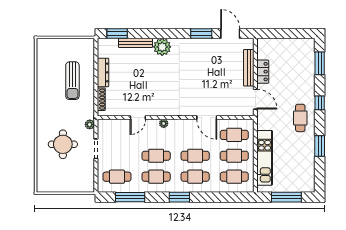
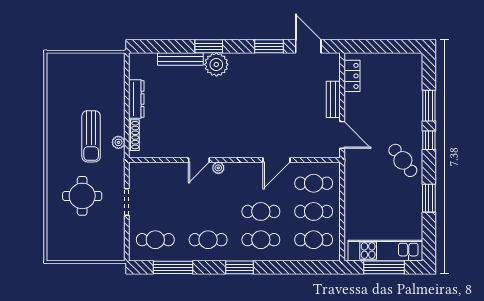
window: (117, 33) -> (209, 46), moved
window: (320, 63) -> (429, 106), moved
bench: (249, 68) -> (333, 99), width x0.73
locker: (263, 72) -> (352, 76), moved
sun lounger: (72, 81) -> (91, 136), moved
door: (138, 118) -> (199, 160), moved
door: (207, 118) -> (276, 160), hinge flipped
cafe table: (300, 118) -> (403, 160), turned -37
plant: (90, 124) -> (118, 142), moved
cafe table: (156, 156) -> (208, 211), removed
kitchen unit: (265, 158) -> (385, 251), moved, turned -90

